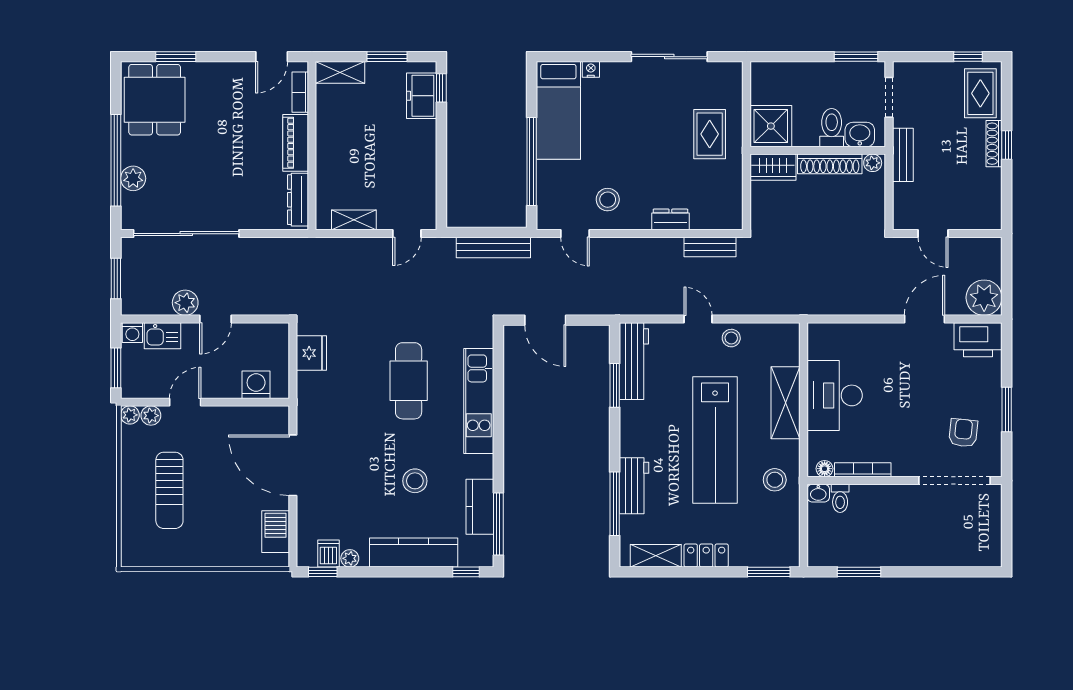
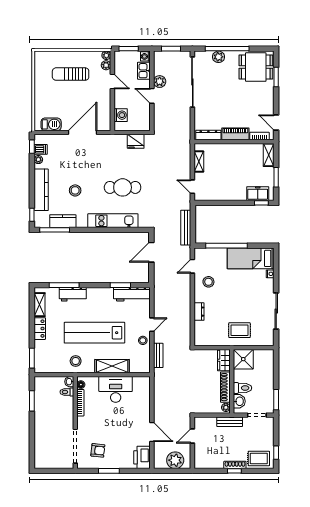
bench: (710, 247) -> (158, 355), moved
plant: (984, 298) -> (175, 460), moved

